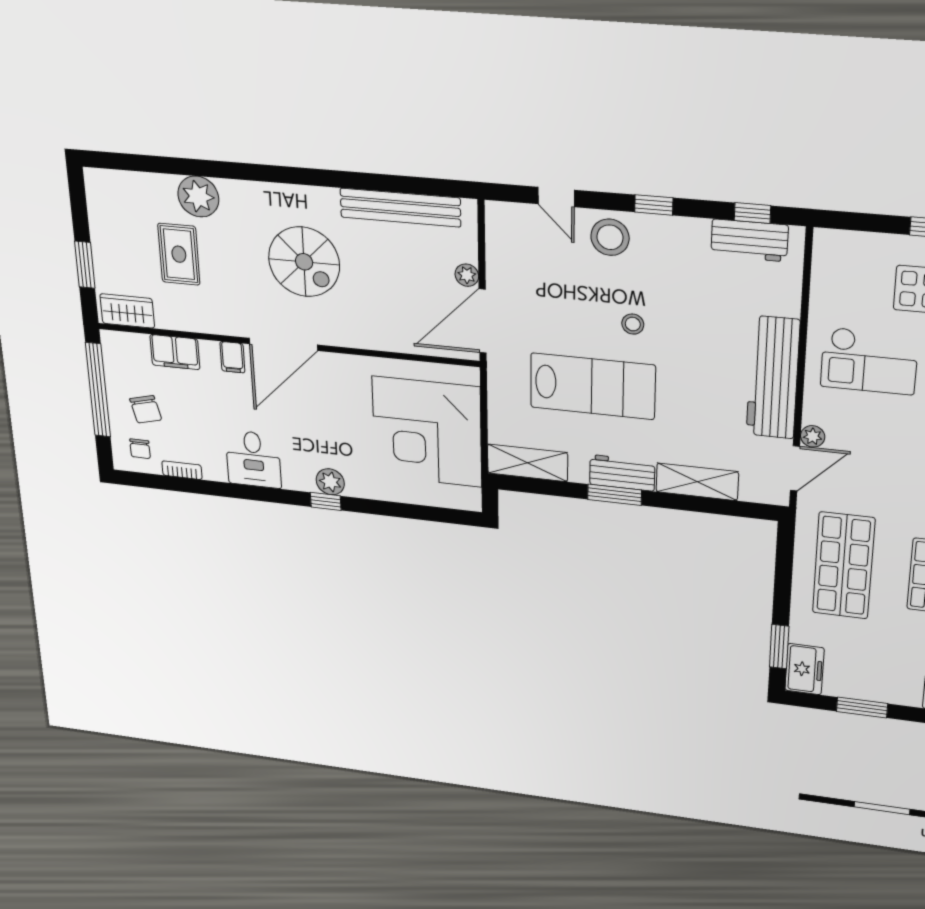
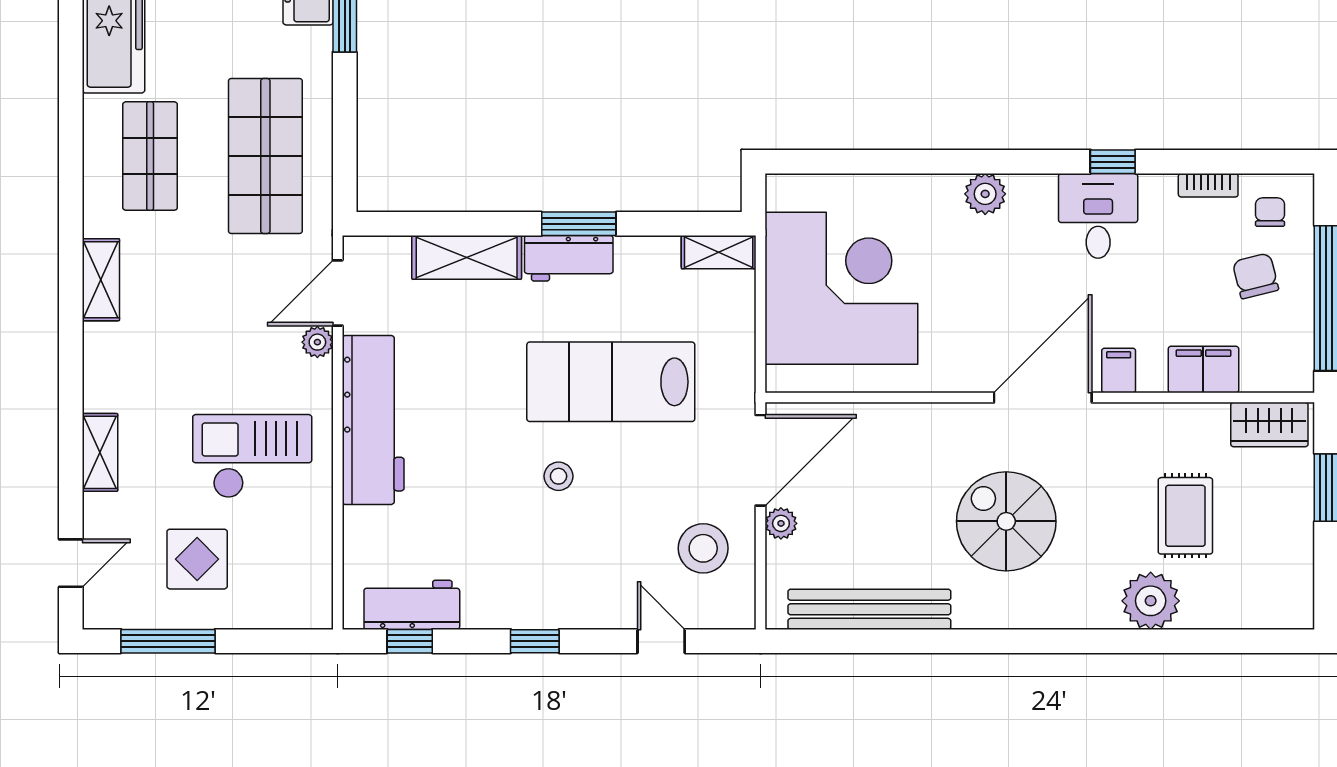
stool: (610, 237) -> (703, 548), moved
shelving: (527, 463) -> (719, 252), width x0.67, depth x0.75
window: (326, 501) -> (1113, 162), moved

